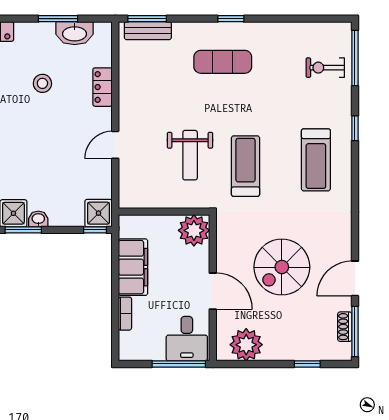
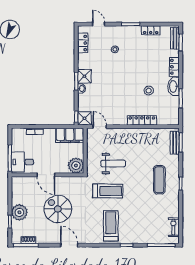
washbasin: (75, 33) -> (173, 86), moved
exercise bike: (325, 68) -> (173, 227), moved
locker: (103, 87) -> (142, 120), width x1.53
door: (115, 145) -> (100, 127), moved
weight bench: (190, 155) -> (113, 164), turned 180
treadmill: (316, 160) -> (111, 226), turned 90
filing cabinet: (133, 267) -> (70, 135), moved
door: (355, 278) -> (69, 245), moved
door: (213, 291) -> (46, 175), hinge flipped
plant: (246, 345) -> (19, 212), moved

